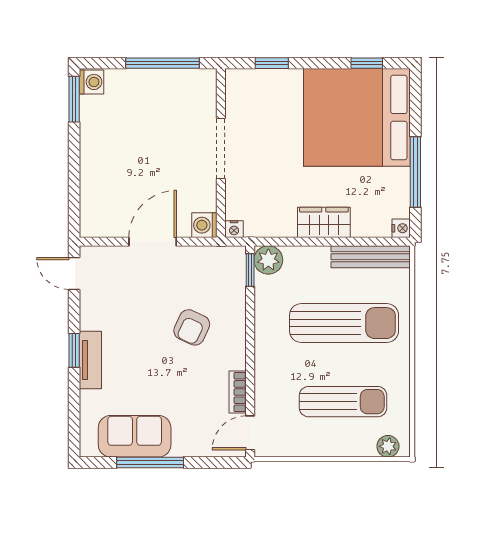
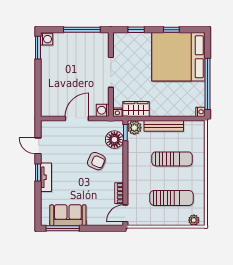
window: (367, 63) -> (171, 30), moved
window: (415, 172) -> (207, 84), width x1.46
wardrobe: (324, 222) -> (136, 109), moved
bench: (371, 257) -> (164, 126), moved
door: (74, 273) -> (38, 146), moved
floor lamp: (228, 284) -> (114, 140), added
sun lounger: (344, 323) -> (172, 159), width x0.73, depth x0.75
armchair: (192, 327) -> (96, 161), turned -91
window: (150, 463) -> (63, 228), moved

